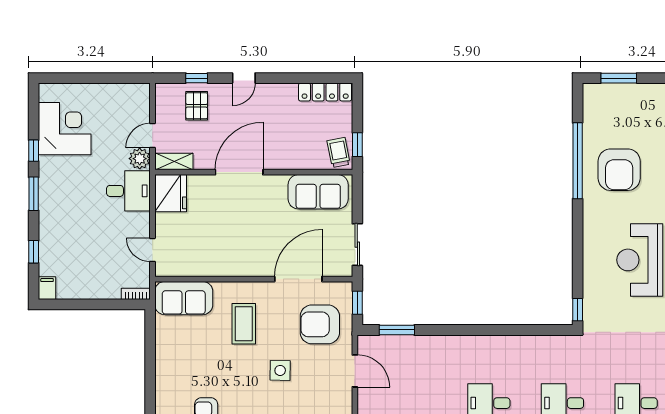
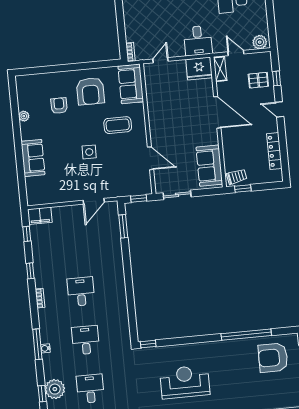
locker: (325, 92) -> (274, 151), moved
plant: (140, 159) -> (260, 42), moved
armchair: (619, 170) -> (273, 358), moved
door: (298, 279) -> (151, 158), width x0.73
armchair: (320, 324) -> (90, 91), moved, turned 180

